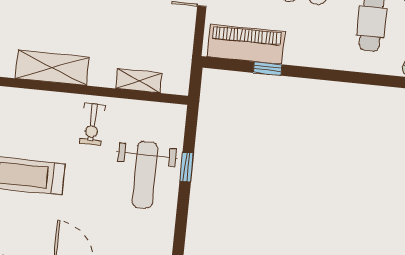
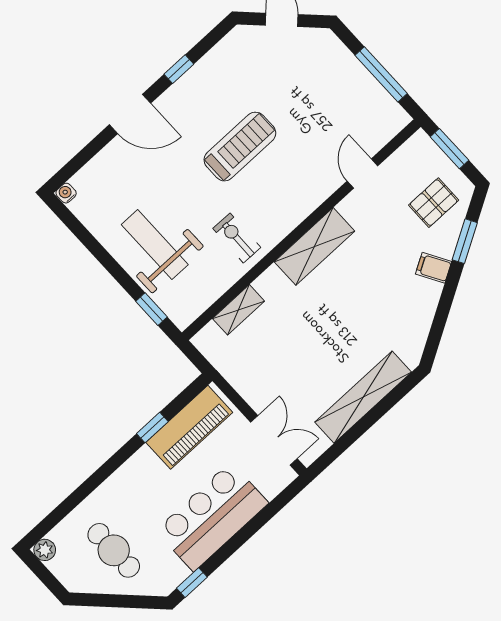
window: (187, 167) -> (152, 309), moved

